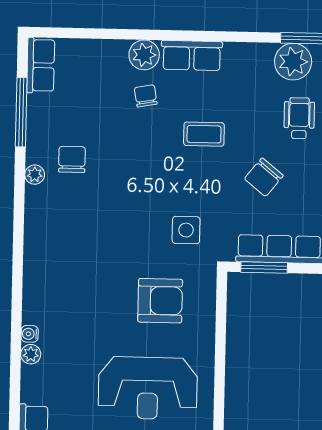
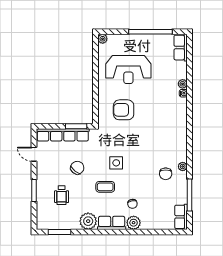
plant: (293, 62) -> (88, 221), moved
side table: (186, 230) -> (116, 163), moved
reception desk: (148, 388) -> (128, 69), turned 180

